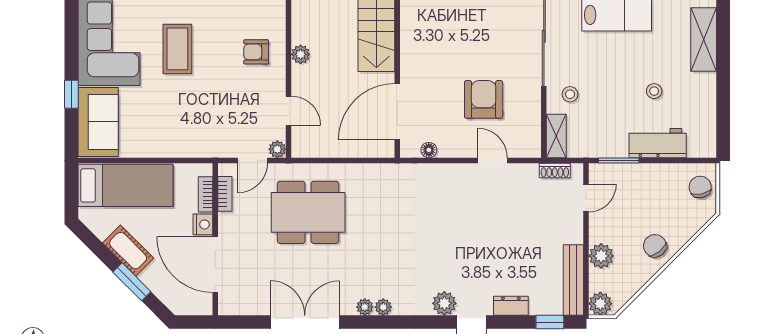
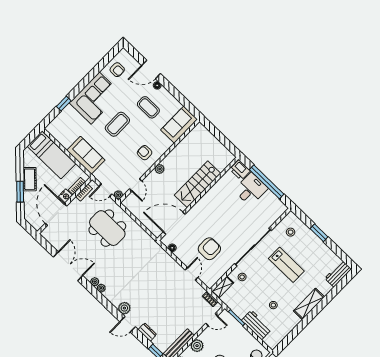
sofa: (98, 122) -> (86, 155), moved, turned -90

